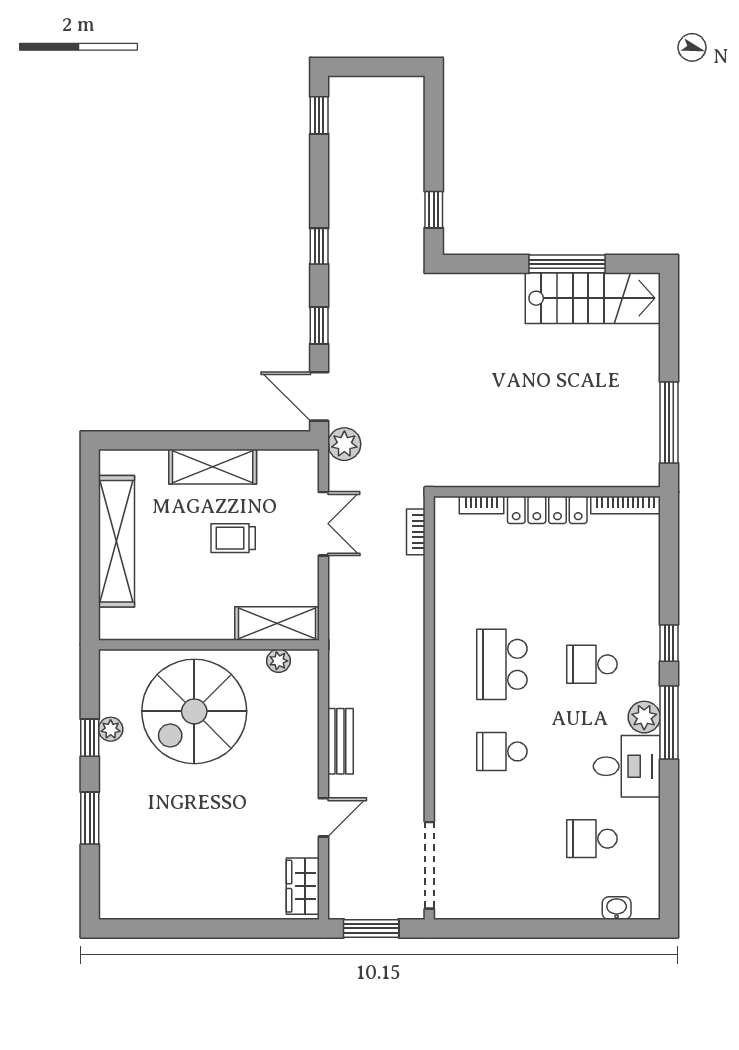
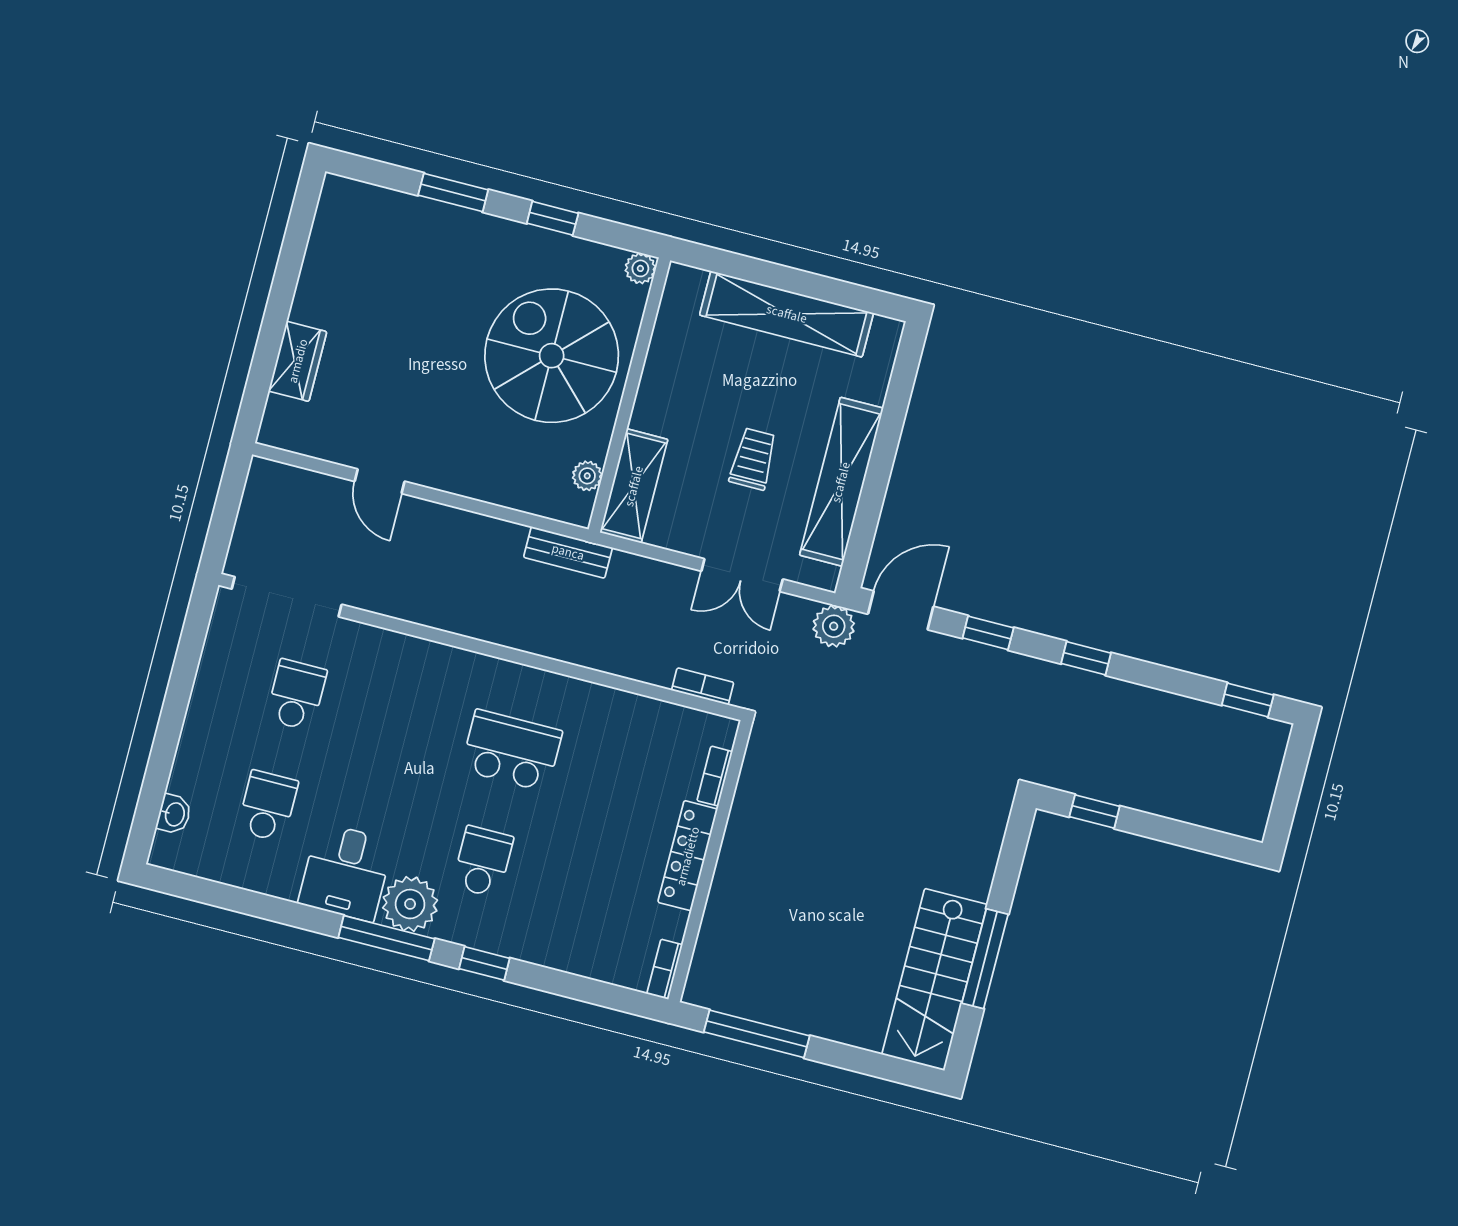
shelving: (213, 467) -> (841, 482), width x1.47
bookcase: (625, 505) -> (665, 969), width x0.64
plant: (644, 717) -> (410, 904), width x1.36, depth x1.36
plant: (111, 729) -> (640, 268), moved
bench: (340, 741) -> (568, 552), moved
school desk: (502, 751) -> (296, 695), moved
wardrobe: (303, 886) -> (298, 361), moved, turned 90
window: (371, 928) -> (227, 505), removed

